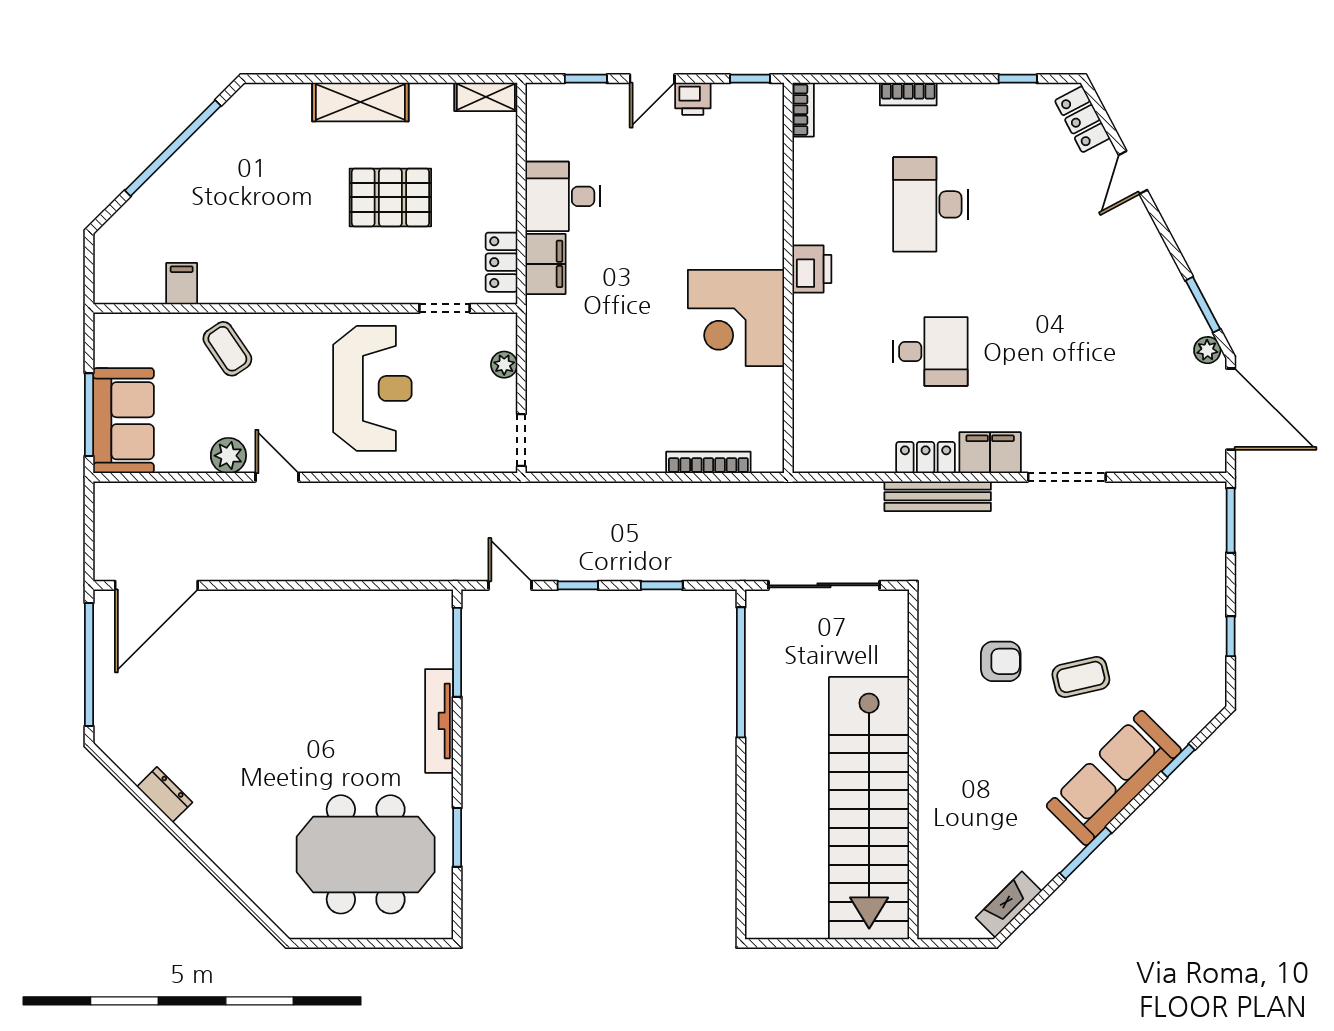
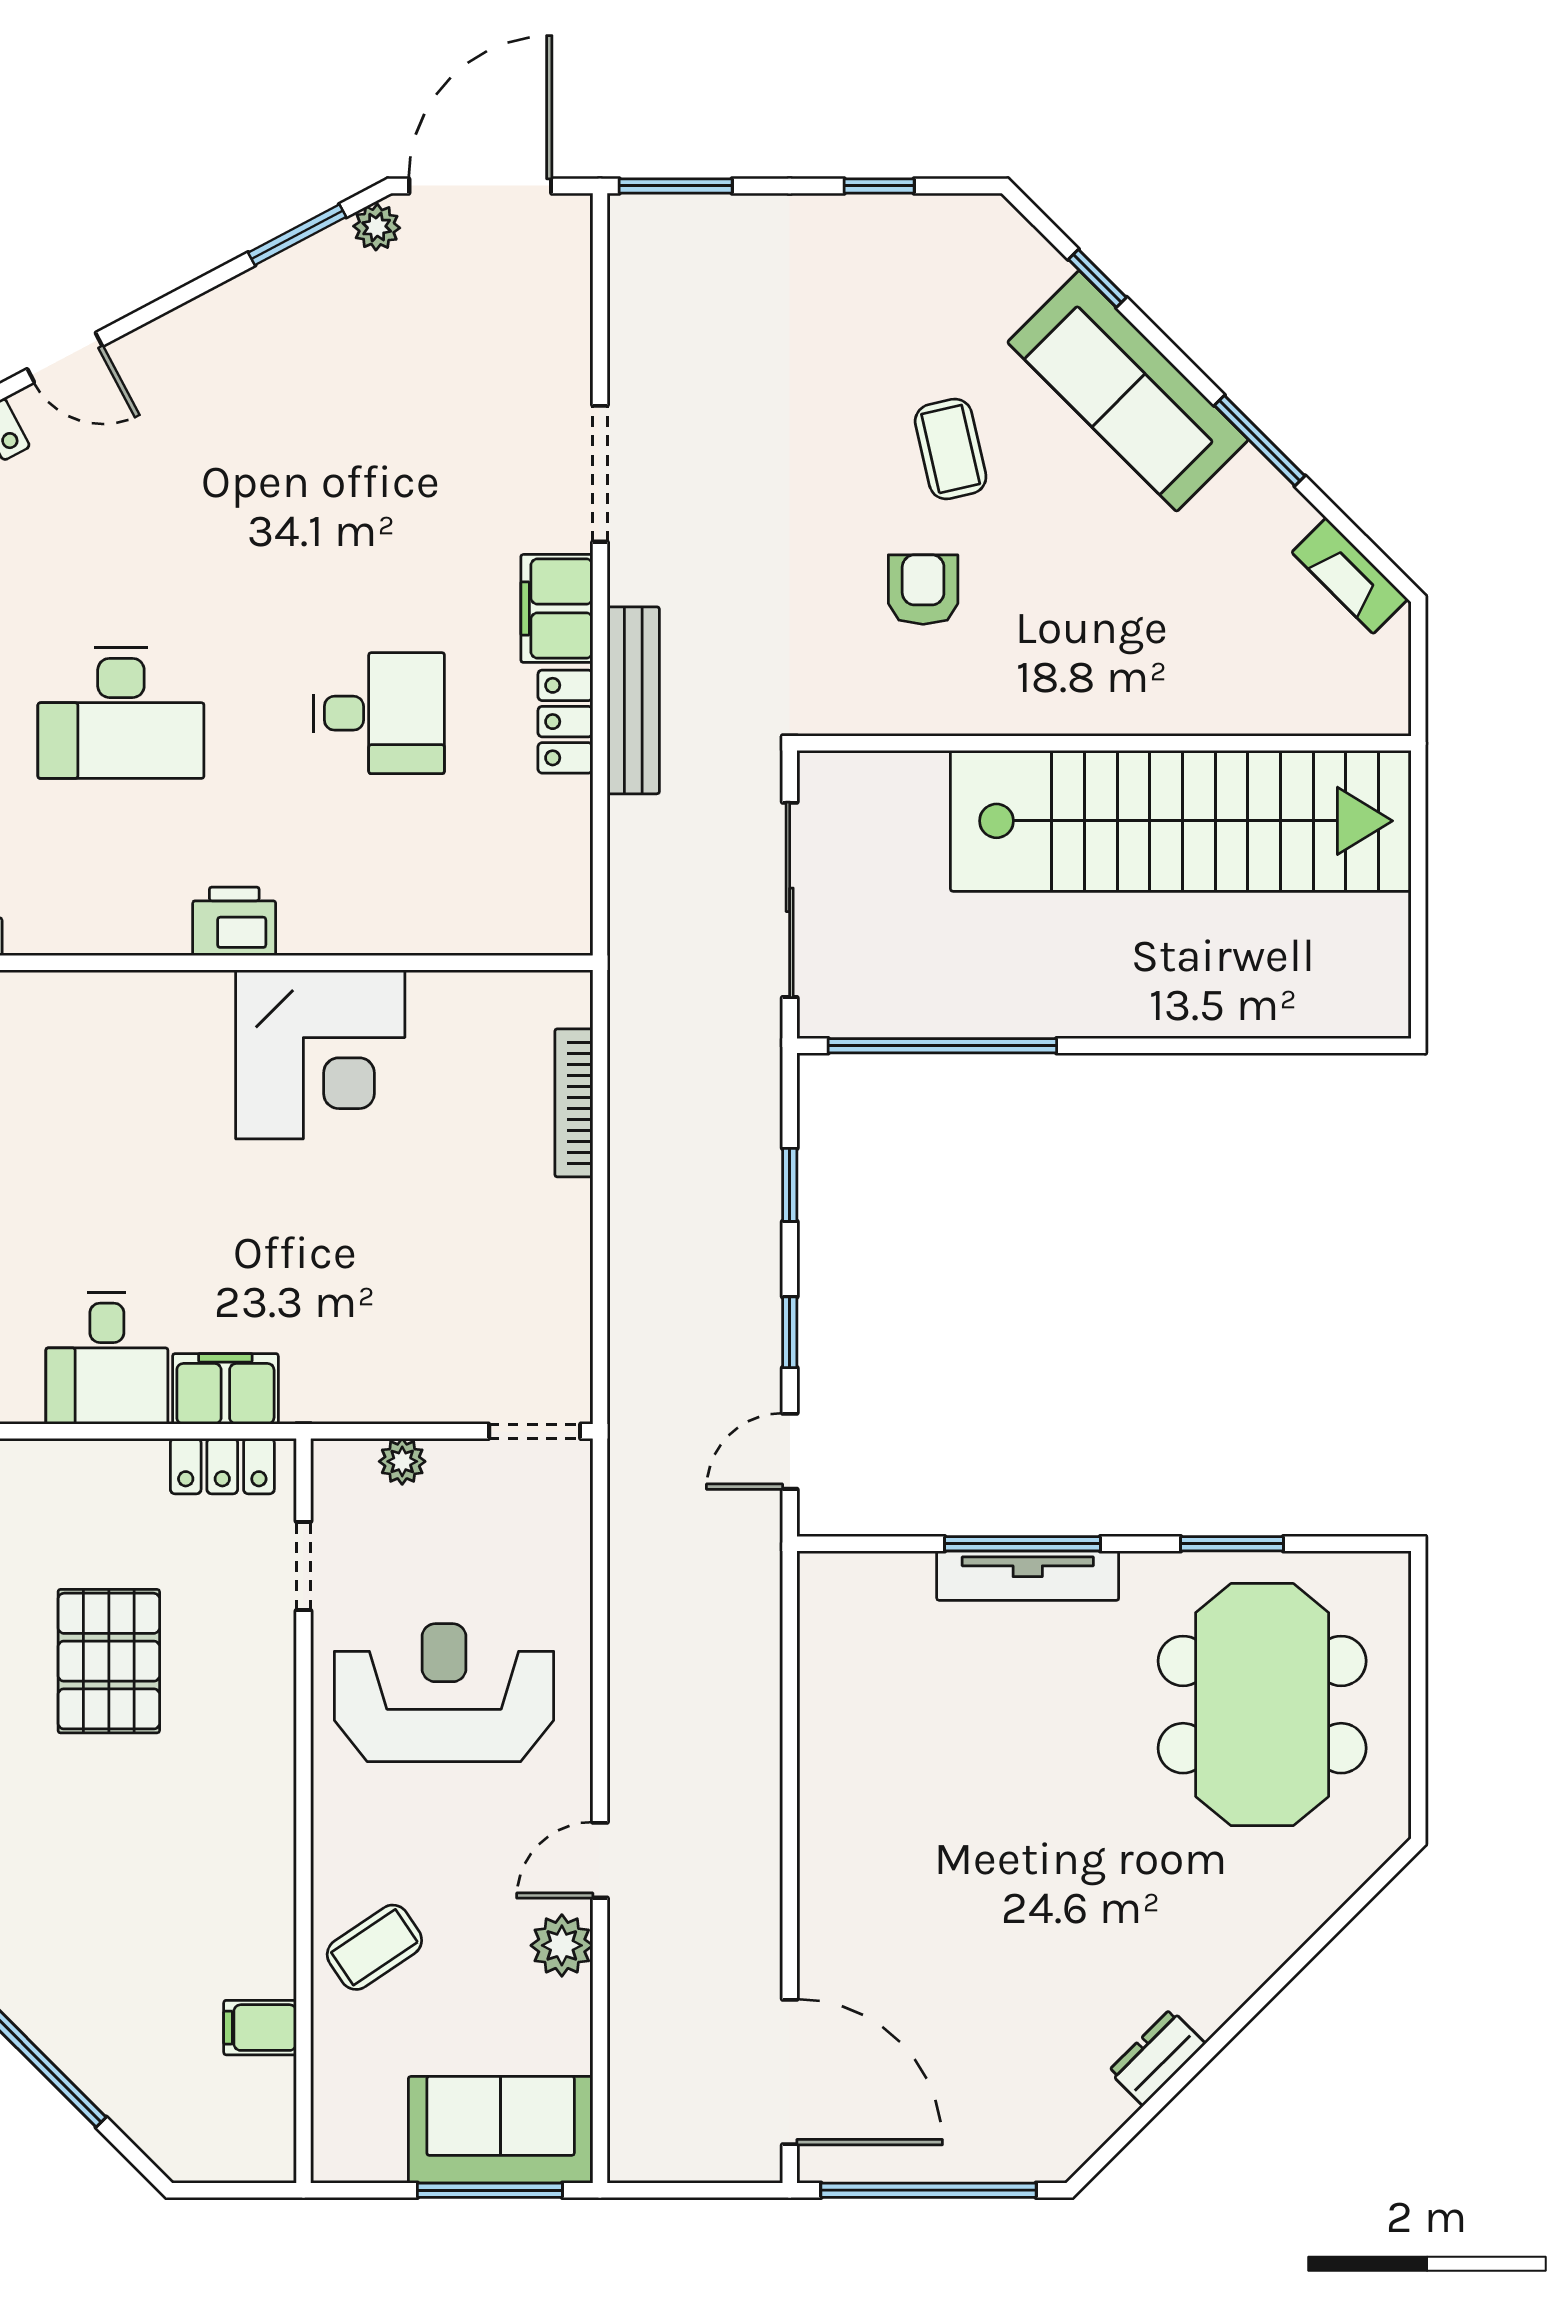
desk: (930, 352) -> (379, 713), turned 90
window: (457, 652) -> (1022, 1544), moved

